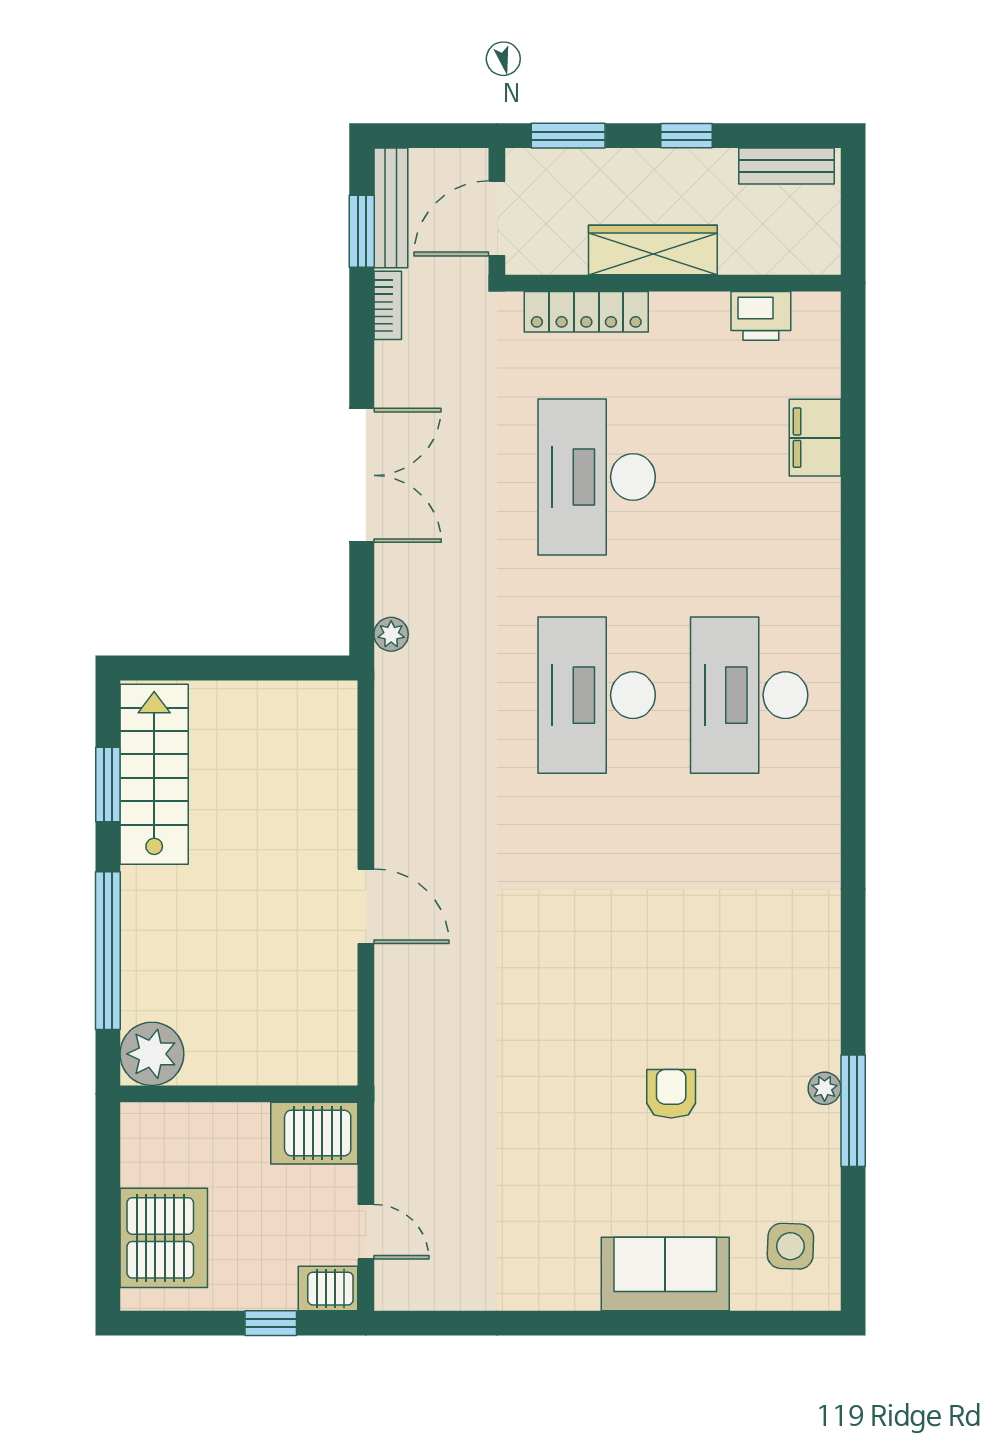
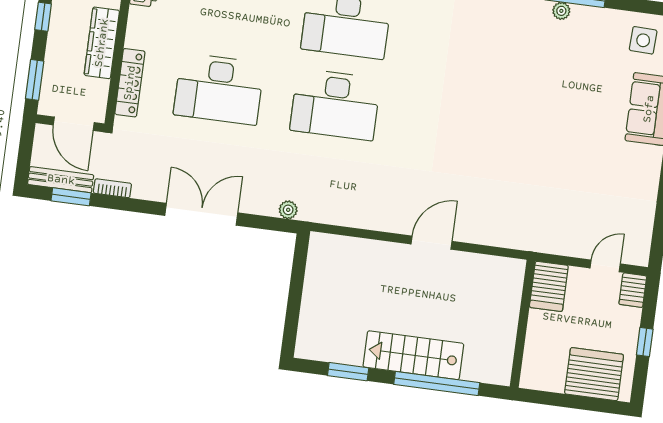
stairs: (154, 774) -> (413, 355), moved
plant: (152, 1054) -> (495, 367), removed
armchair: (671, 1094) -> (553, 93), removed
window: (271, 1323) -> (645, 342), moved

